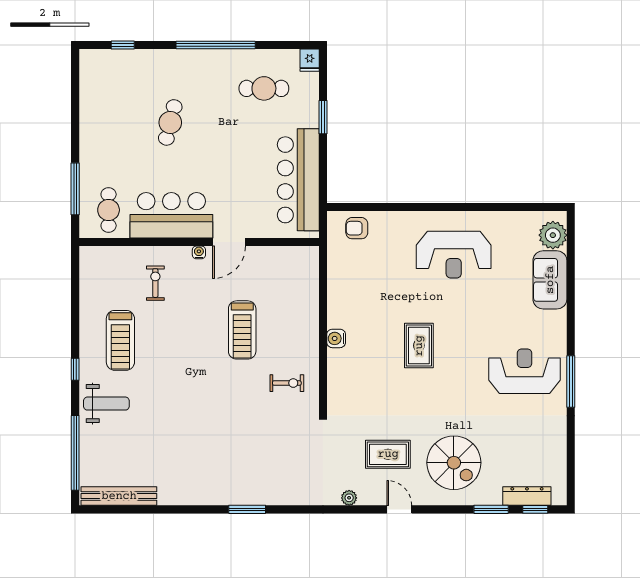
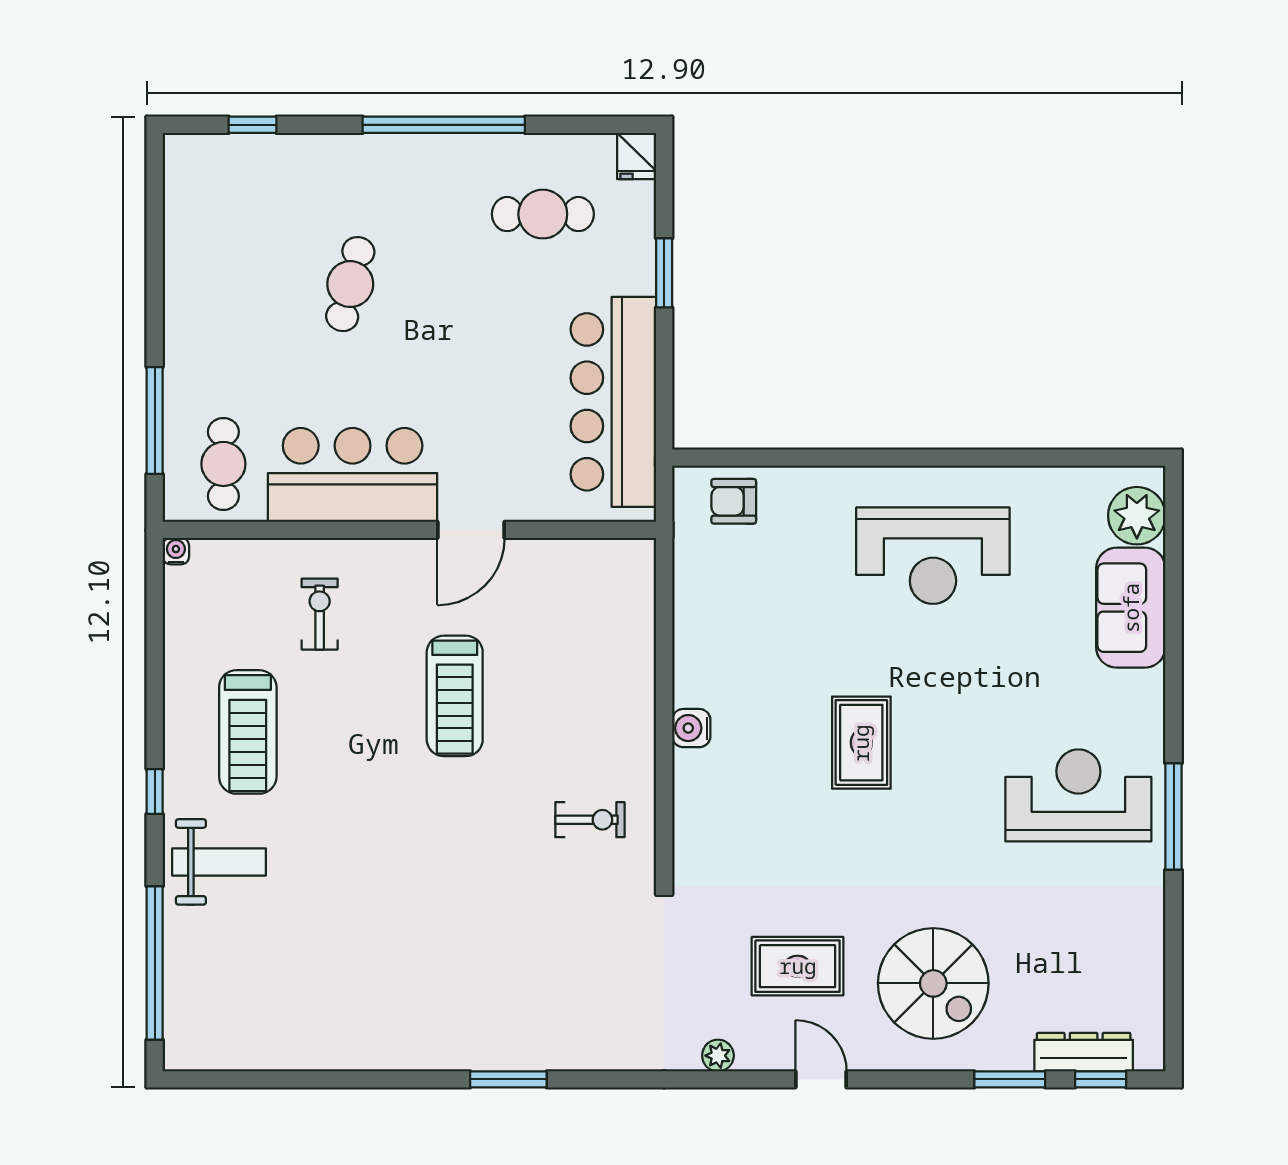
water cooler: (199, 252) -> (176, 551), moved
treadmill: (242, 330) -> (455, 696), moved
bench: (119, 496) -> (244, 1052), removed

